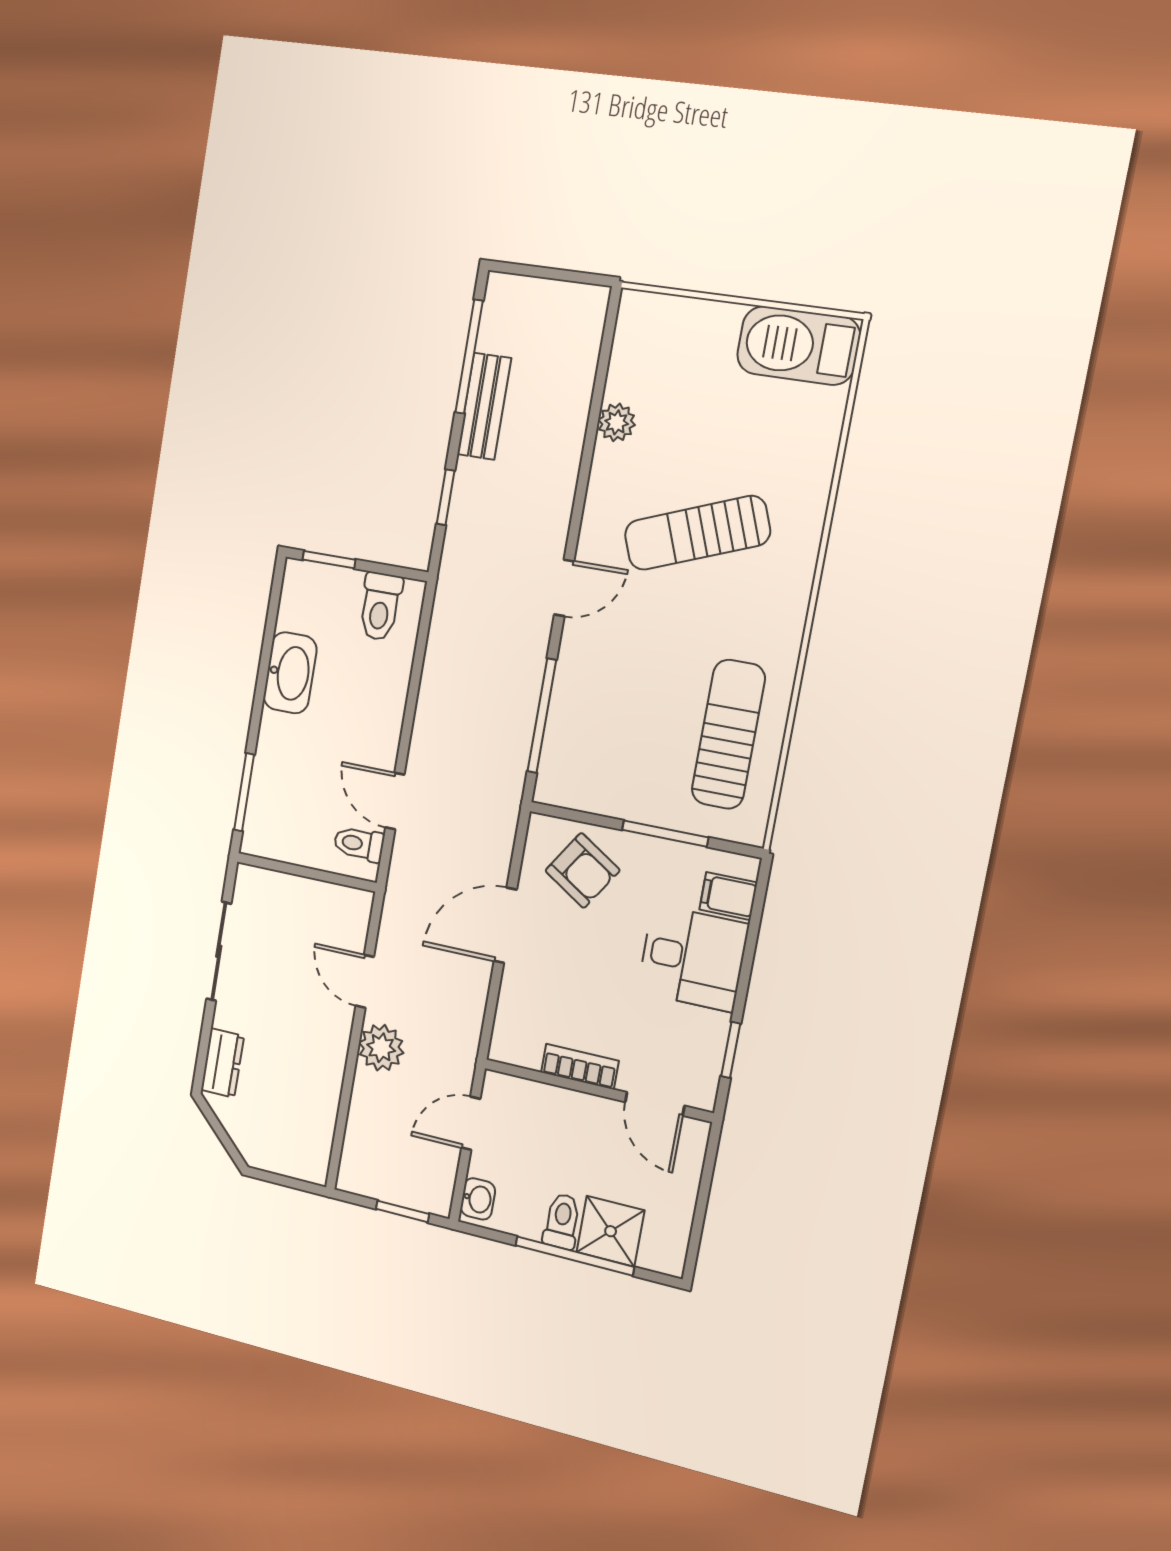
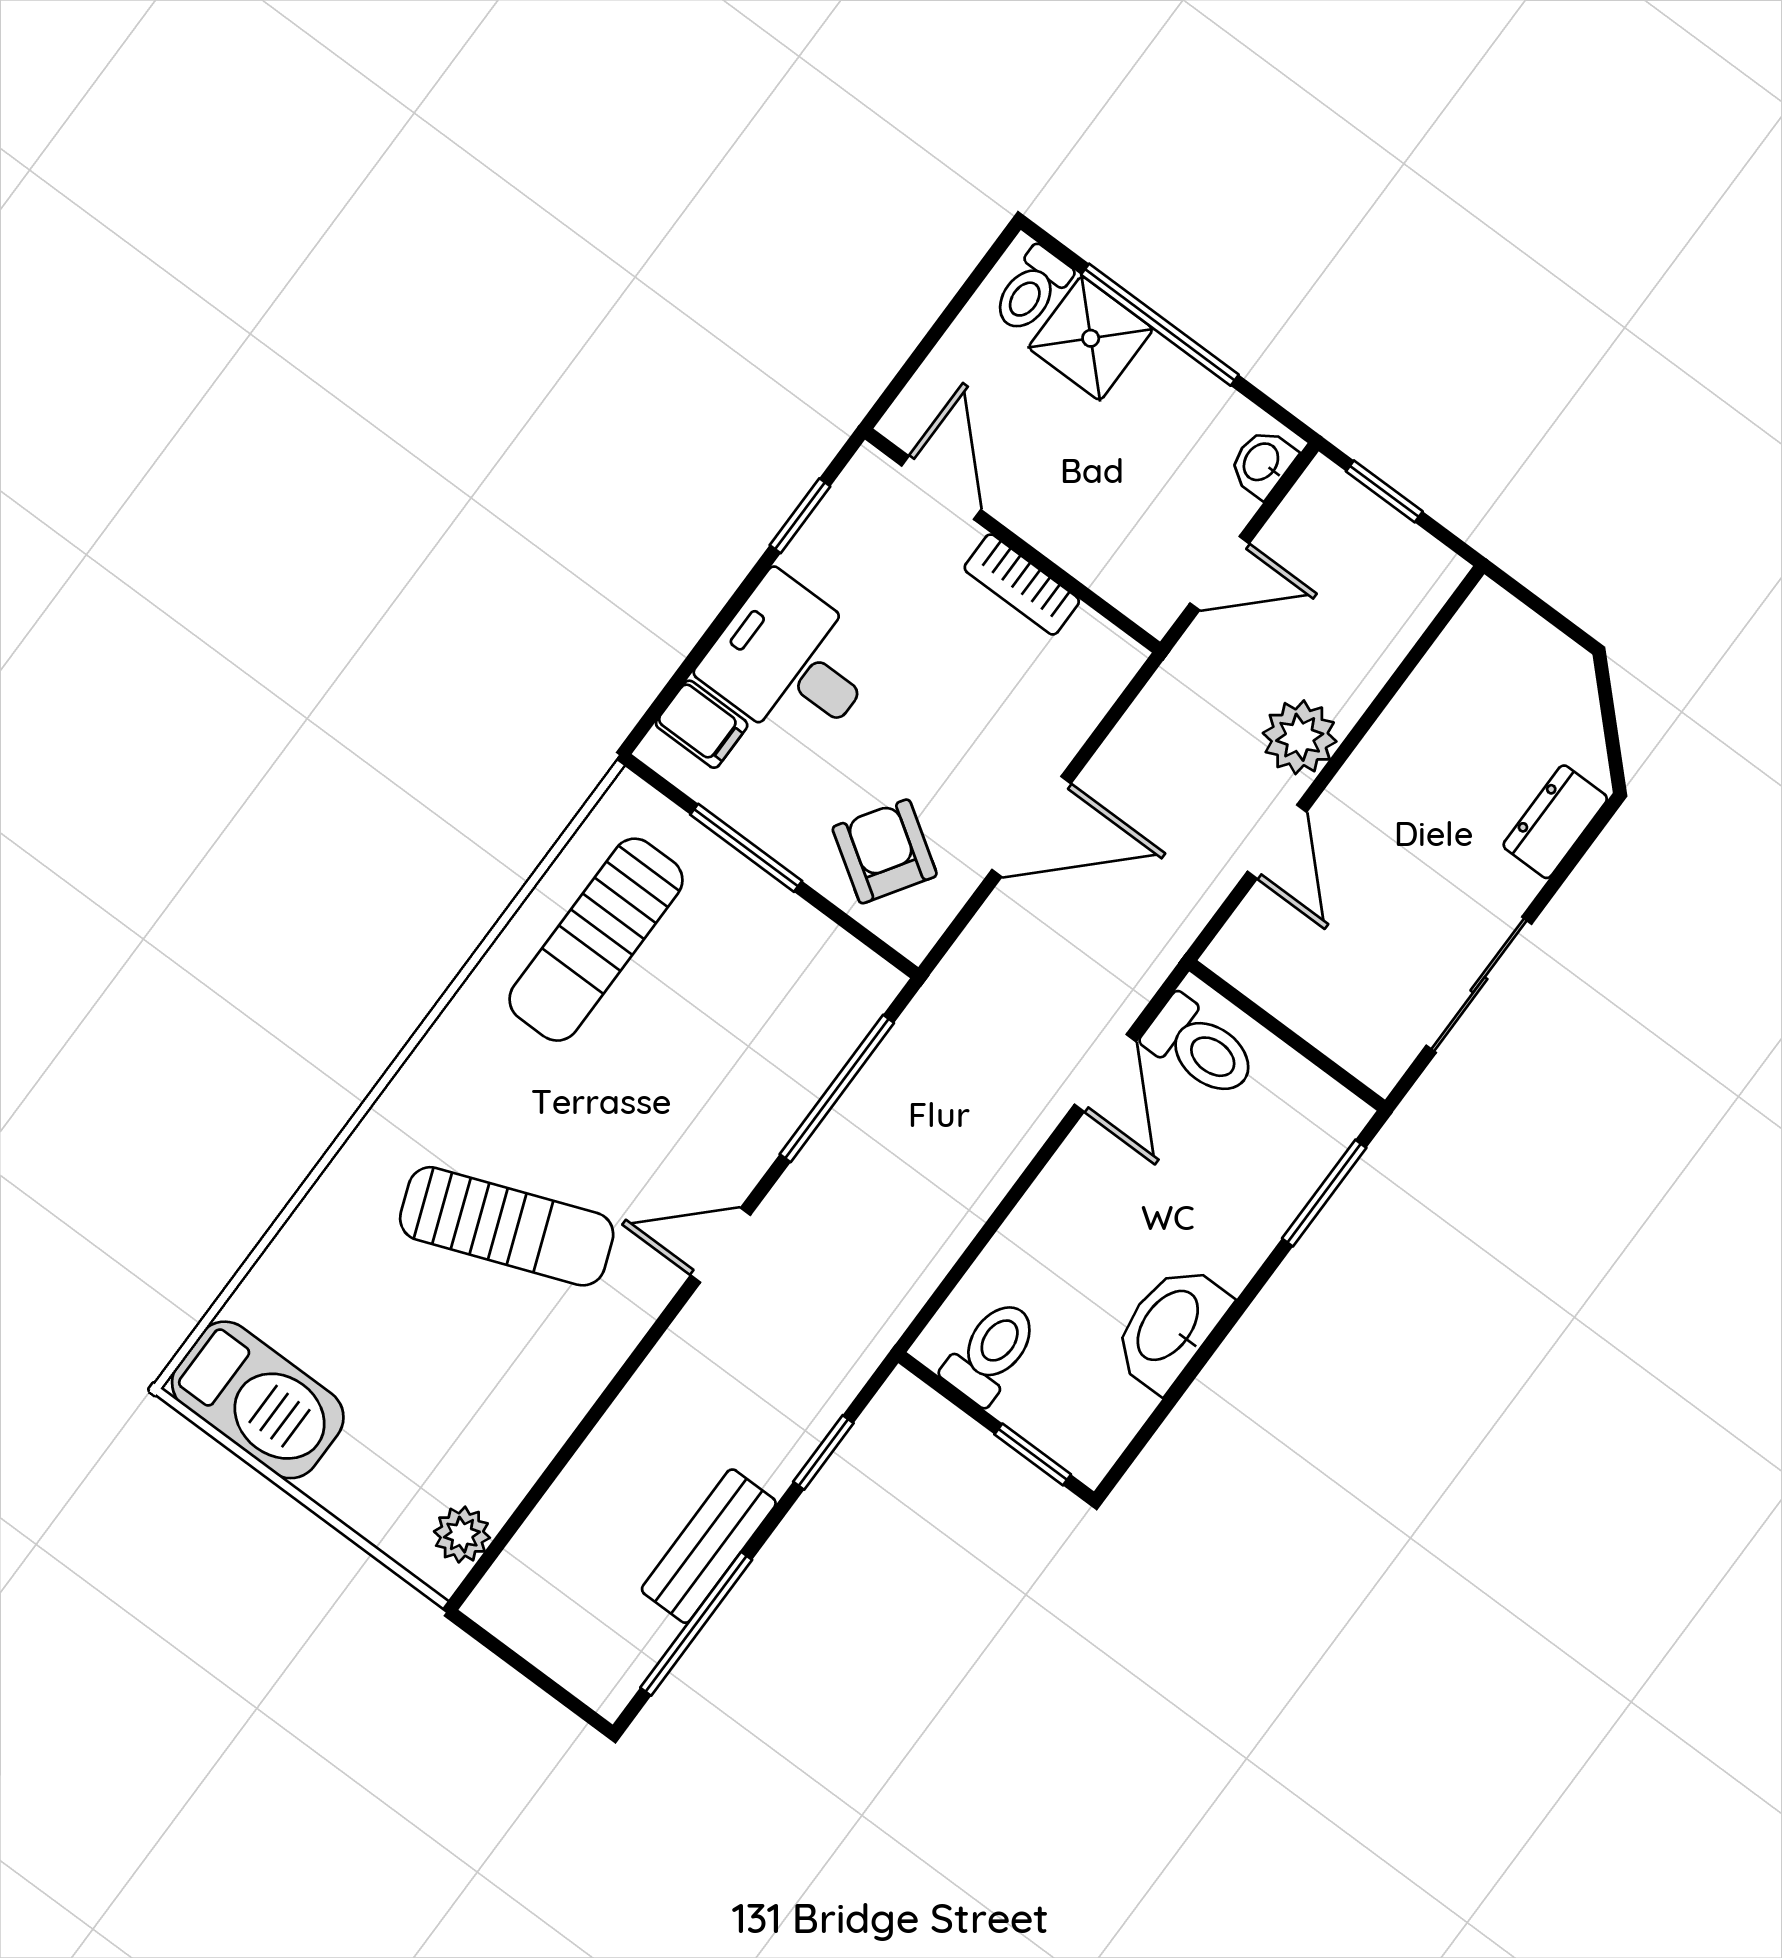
plant: (617, 422) -> (462, 1535), moved
toilet: (359, 844) -> (1200, 1048), width x1.37, depth x1.39
toilet: (562, 1221) -> (1032, 290), moved

